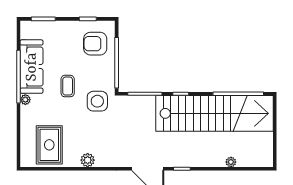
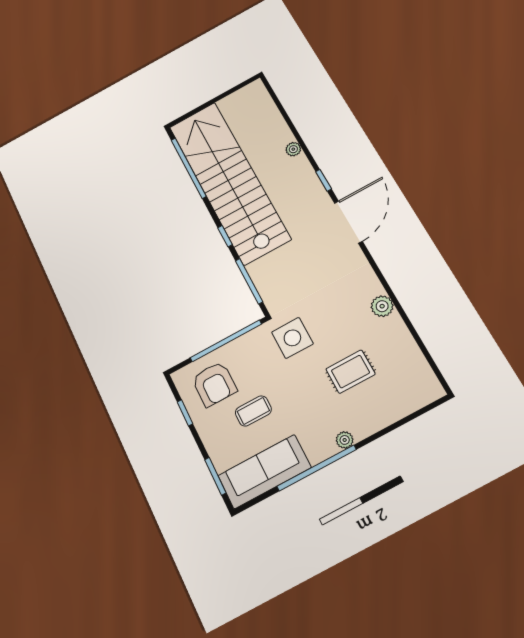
sofa: (32, 67) -> (264, 472), moved
coffee table: (68, 86) -> (253, 411), moved
rug: (49, 145) -> (350, 372), moved, width x0.73, depth x0.70
plant: (231, 162) -> (293, 149), moved

